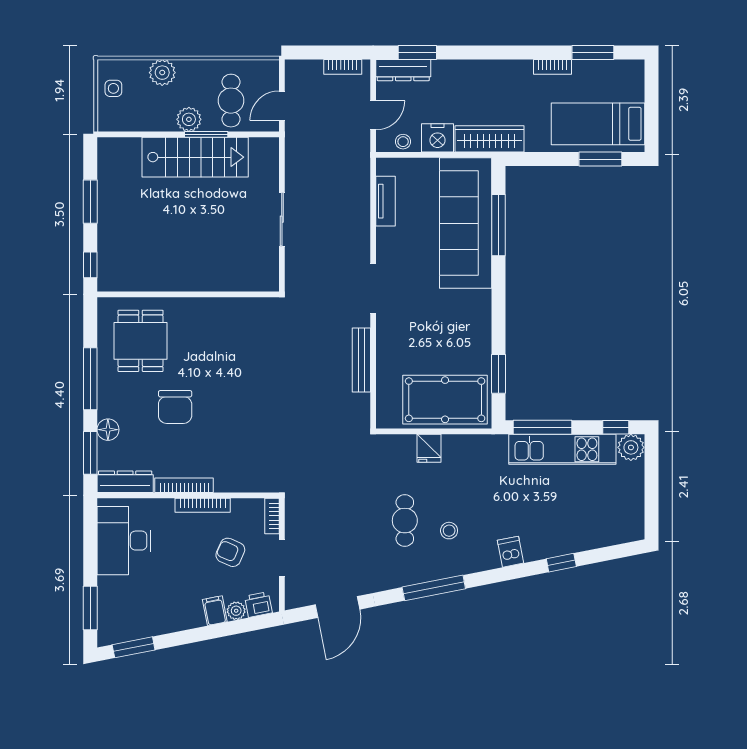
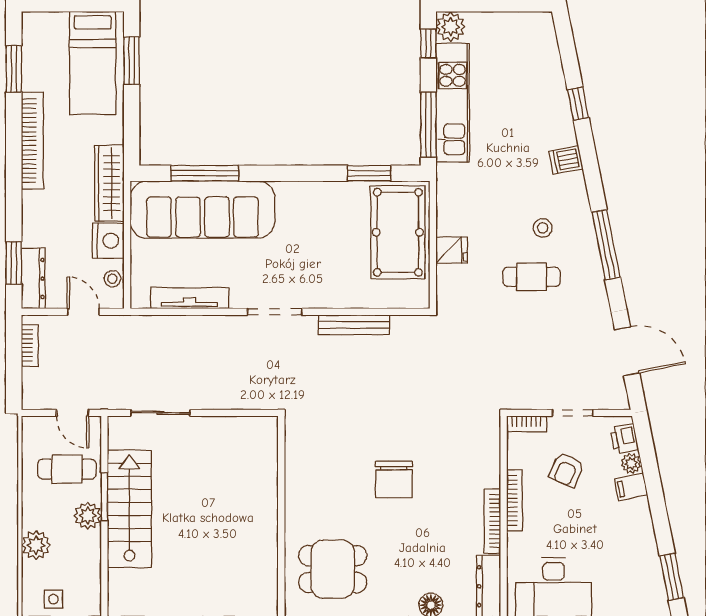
bookcase: (552, 67) -> (32, 141), width x2.31, depth x1.31
tv unit: (385, 201) -> (190, 298), width x1.41
sliding door: (282, 219) -> (160, 413), moved
chair: (175, 407) -> (394, 479), moved, turned 90

